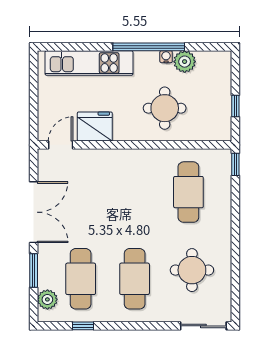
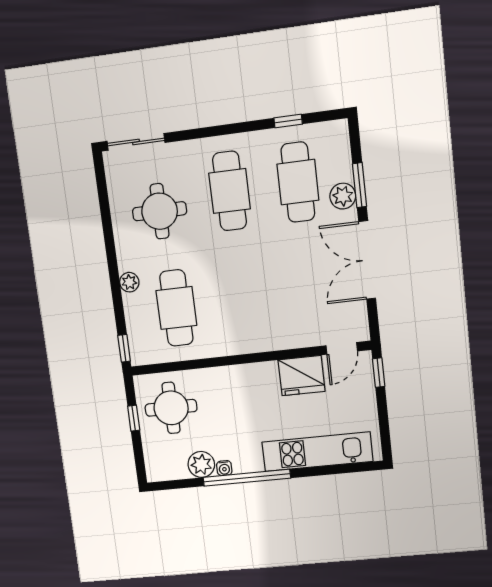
round table: (165, 108) -> (171, 408), moved
window: (34, 122) -> (379, 373), added
plant: (224, 217) -> (129, 282), added
plant: (47, 299) -> (343, 196), moved

